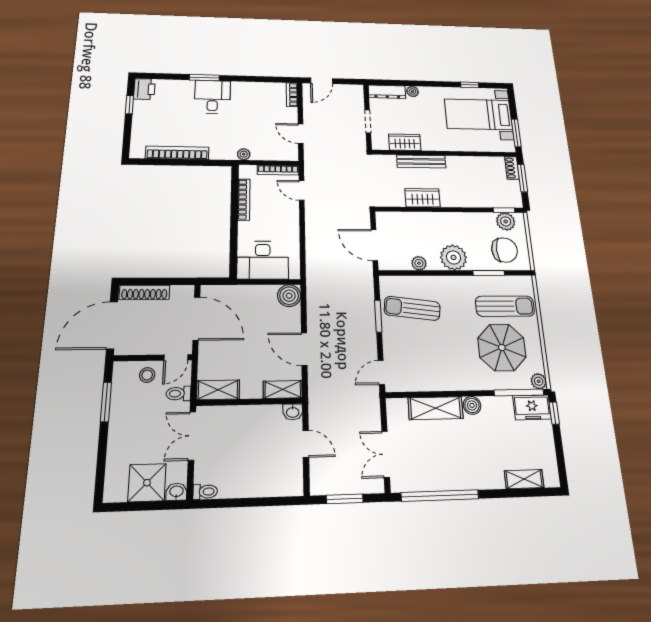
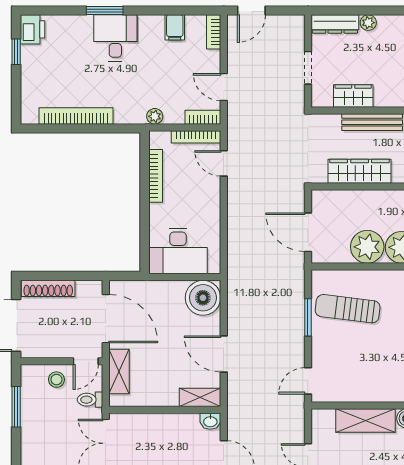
filing cabinet: (261, 91) -> (175, 27), added
bookcase: (284, 155) -> (203, 117), added
wardrobe: (422, 198) -> (360, 171), width x1.50
plant: (419, 263) -> (367, 247), width x1.88, depth x1.88
boiler: (289, 296) -> (203, 298), width x1.37, depth x1.37
shelving: (218, 390) -> (119, 372), moved, turned 90

